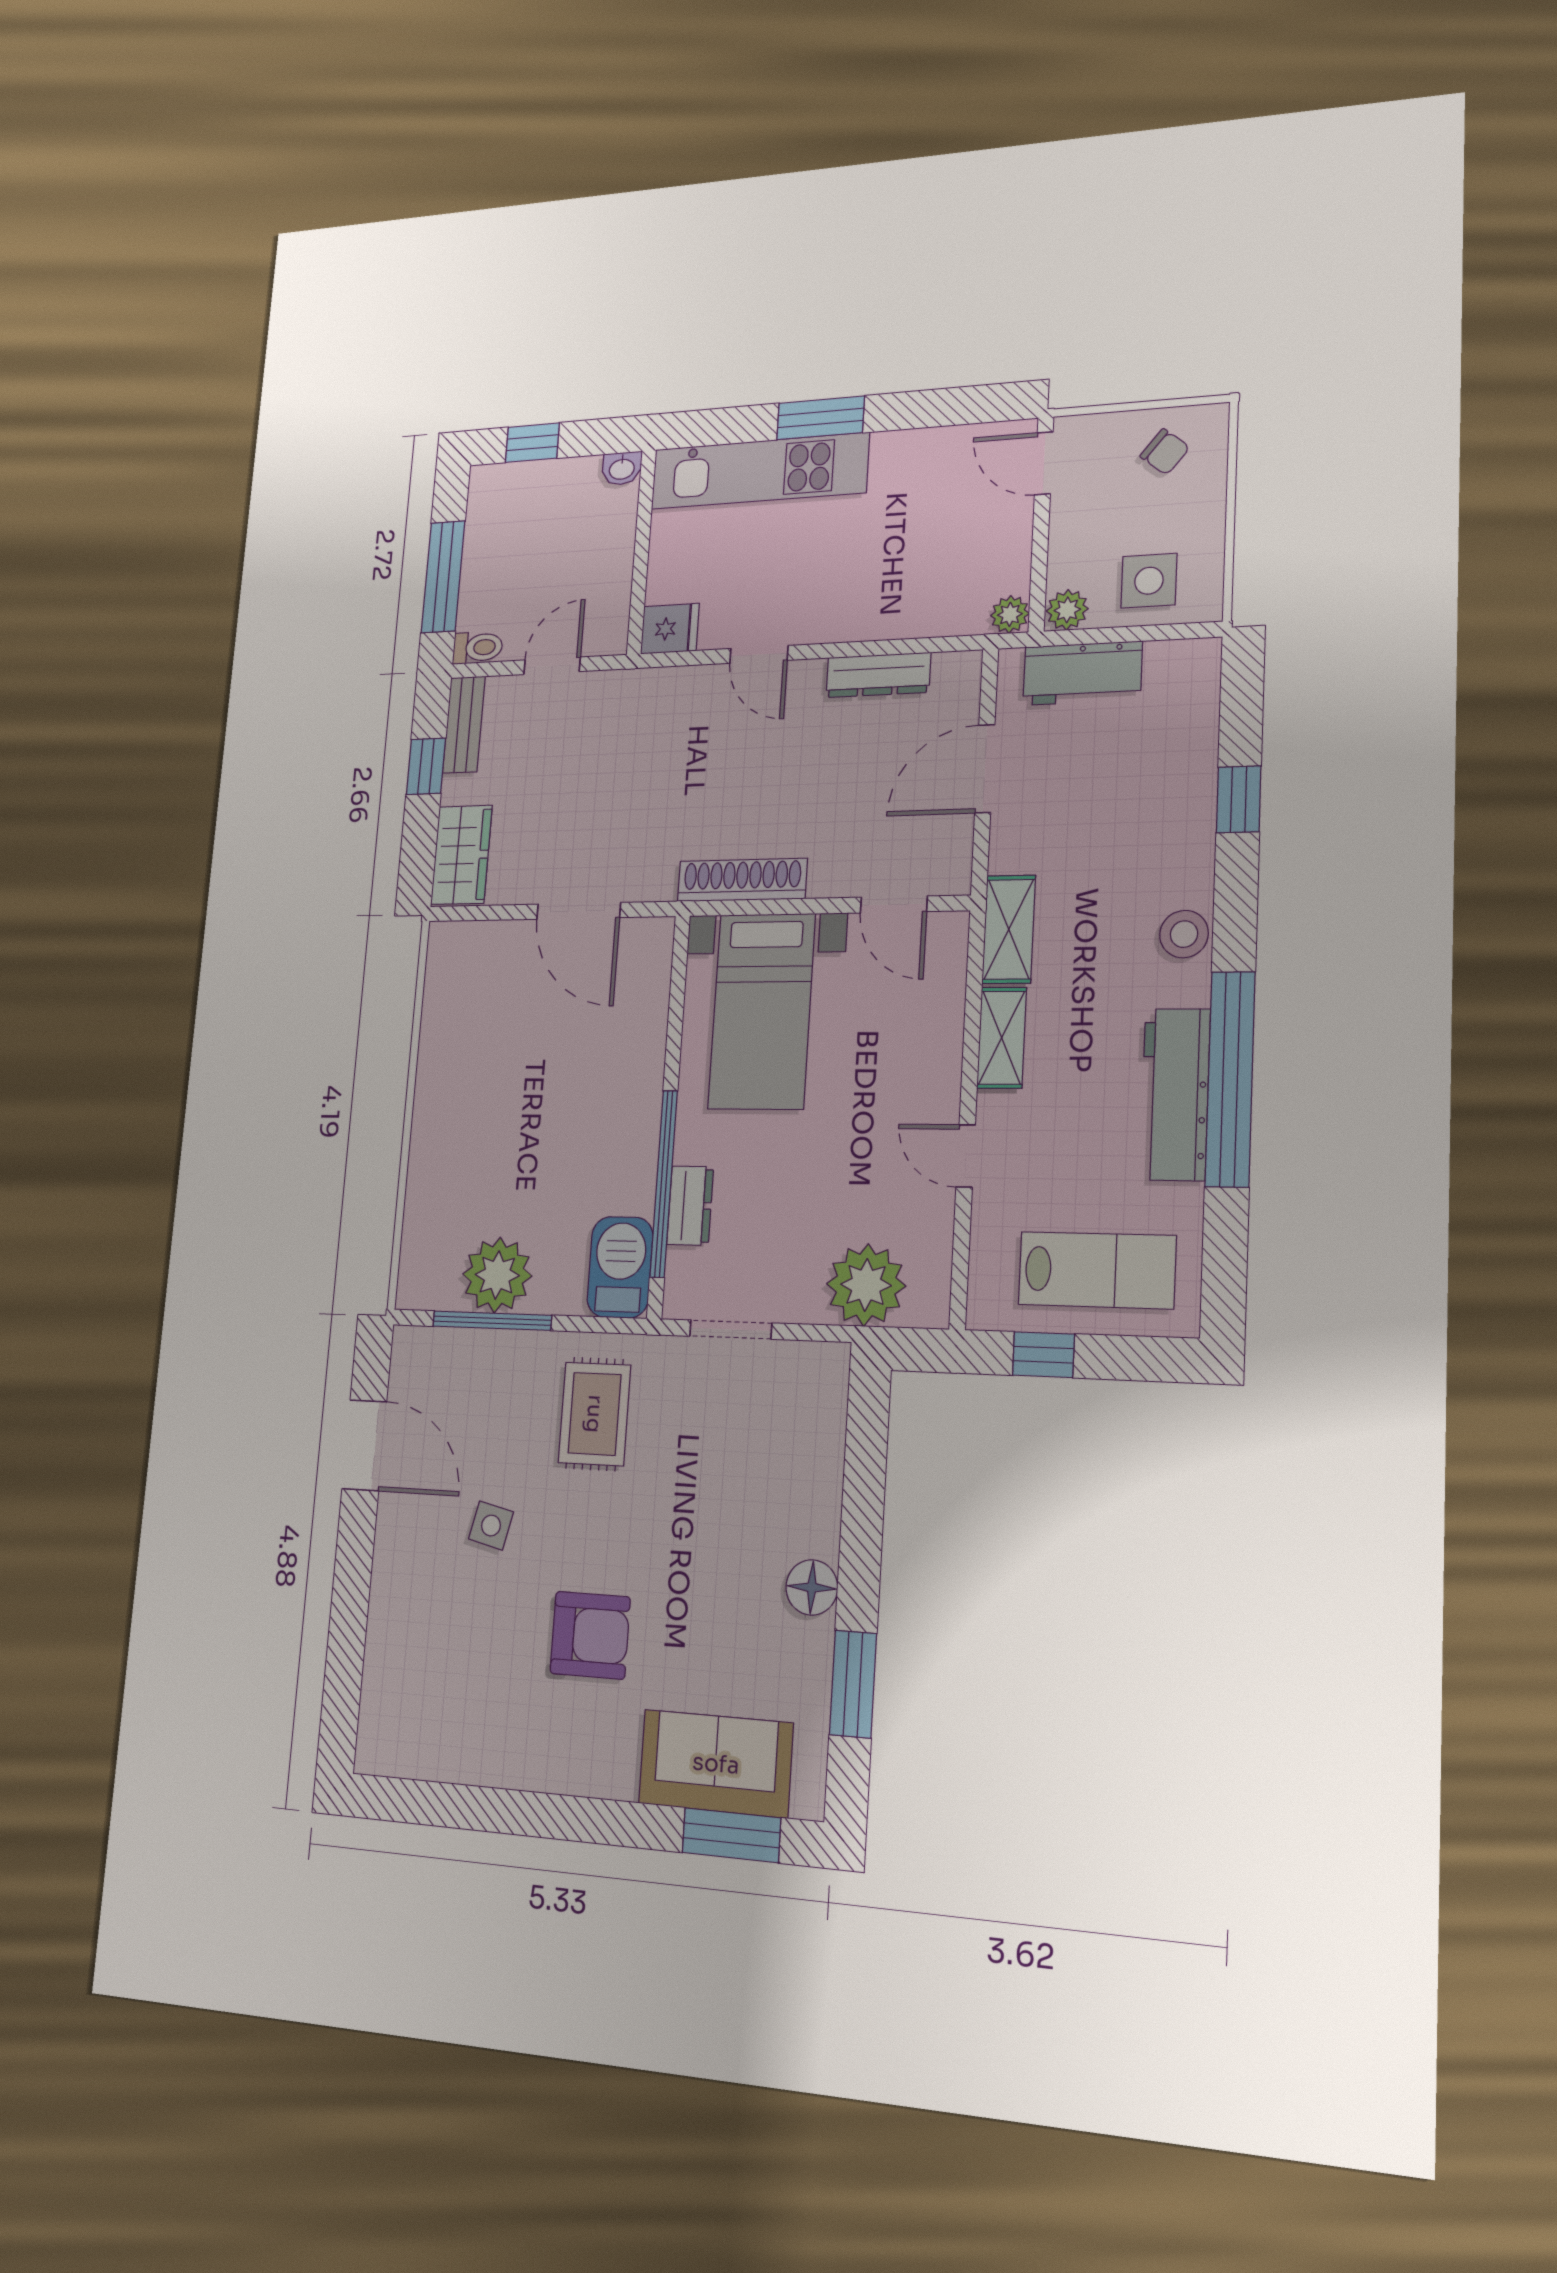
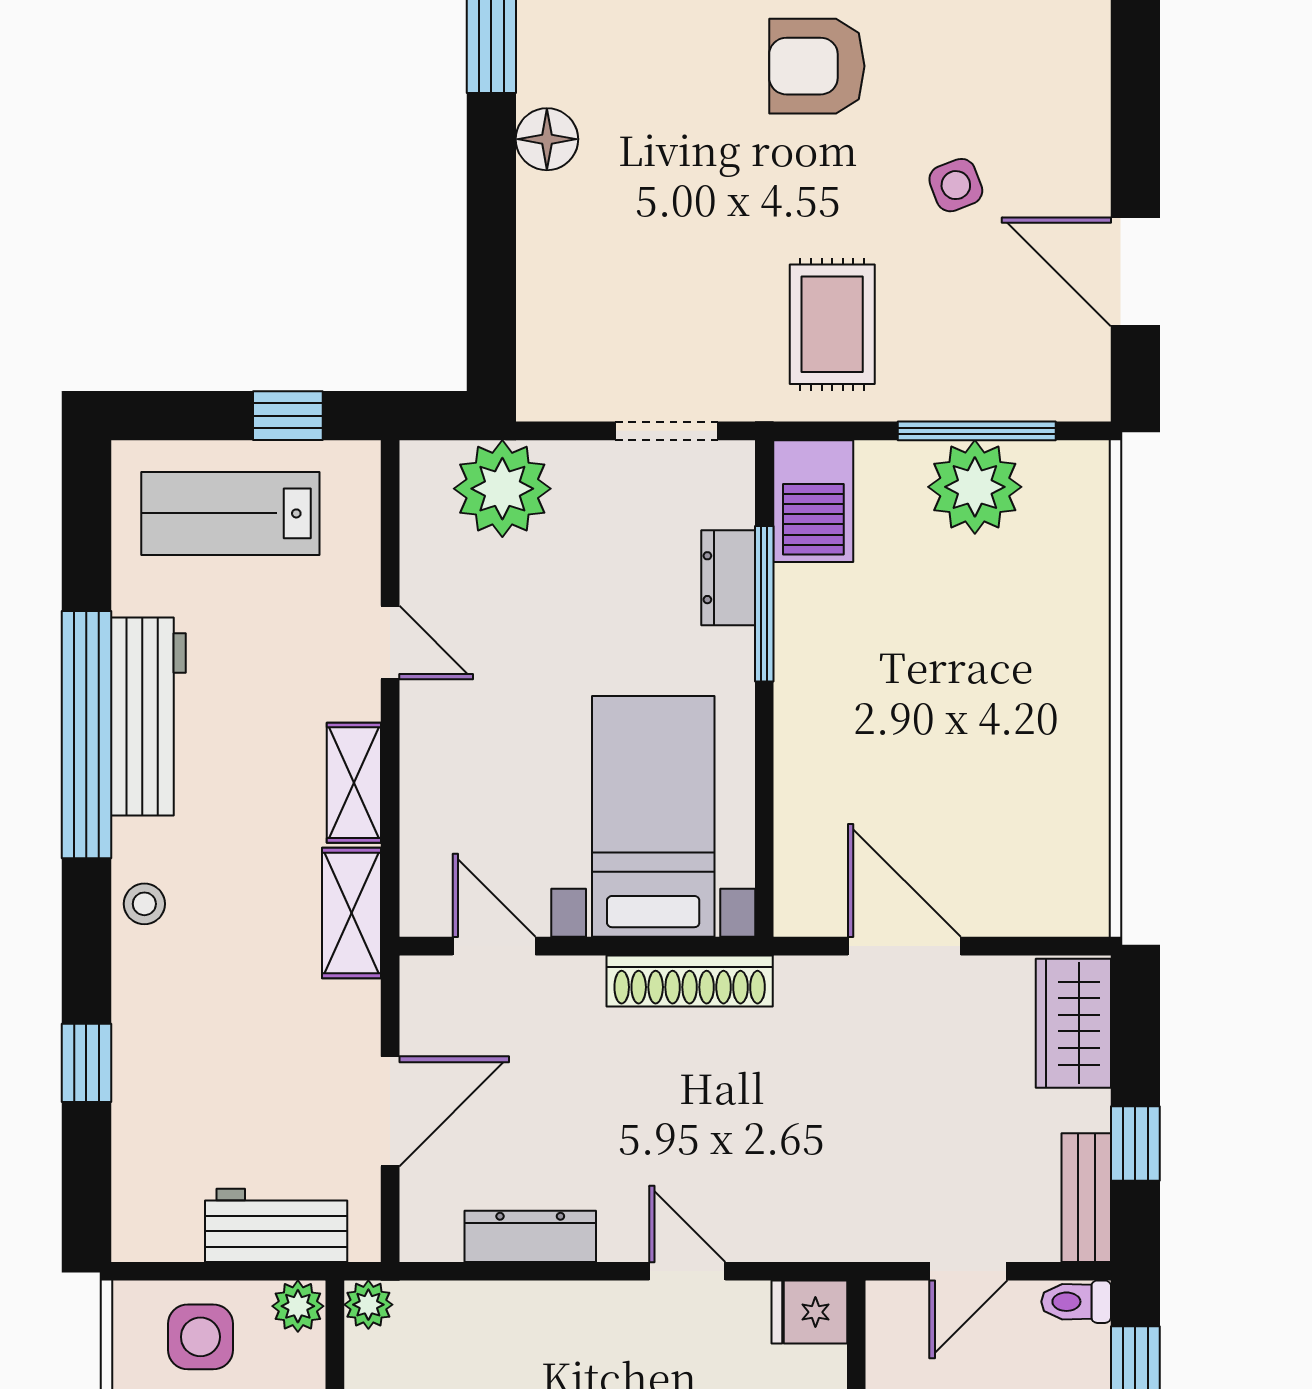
stool: (1184, 934) -> (144, 904), width x0.73, depth x0.73
window: (664, 1184) -> (764, 604), width x0.68
side table: (491, 1526) -> (956, 185), turned -34

